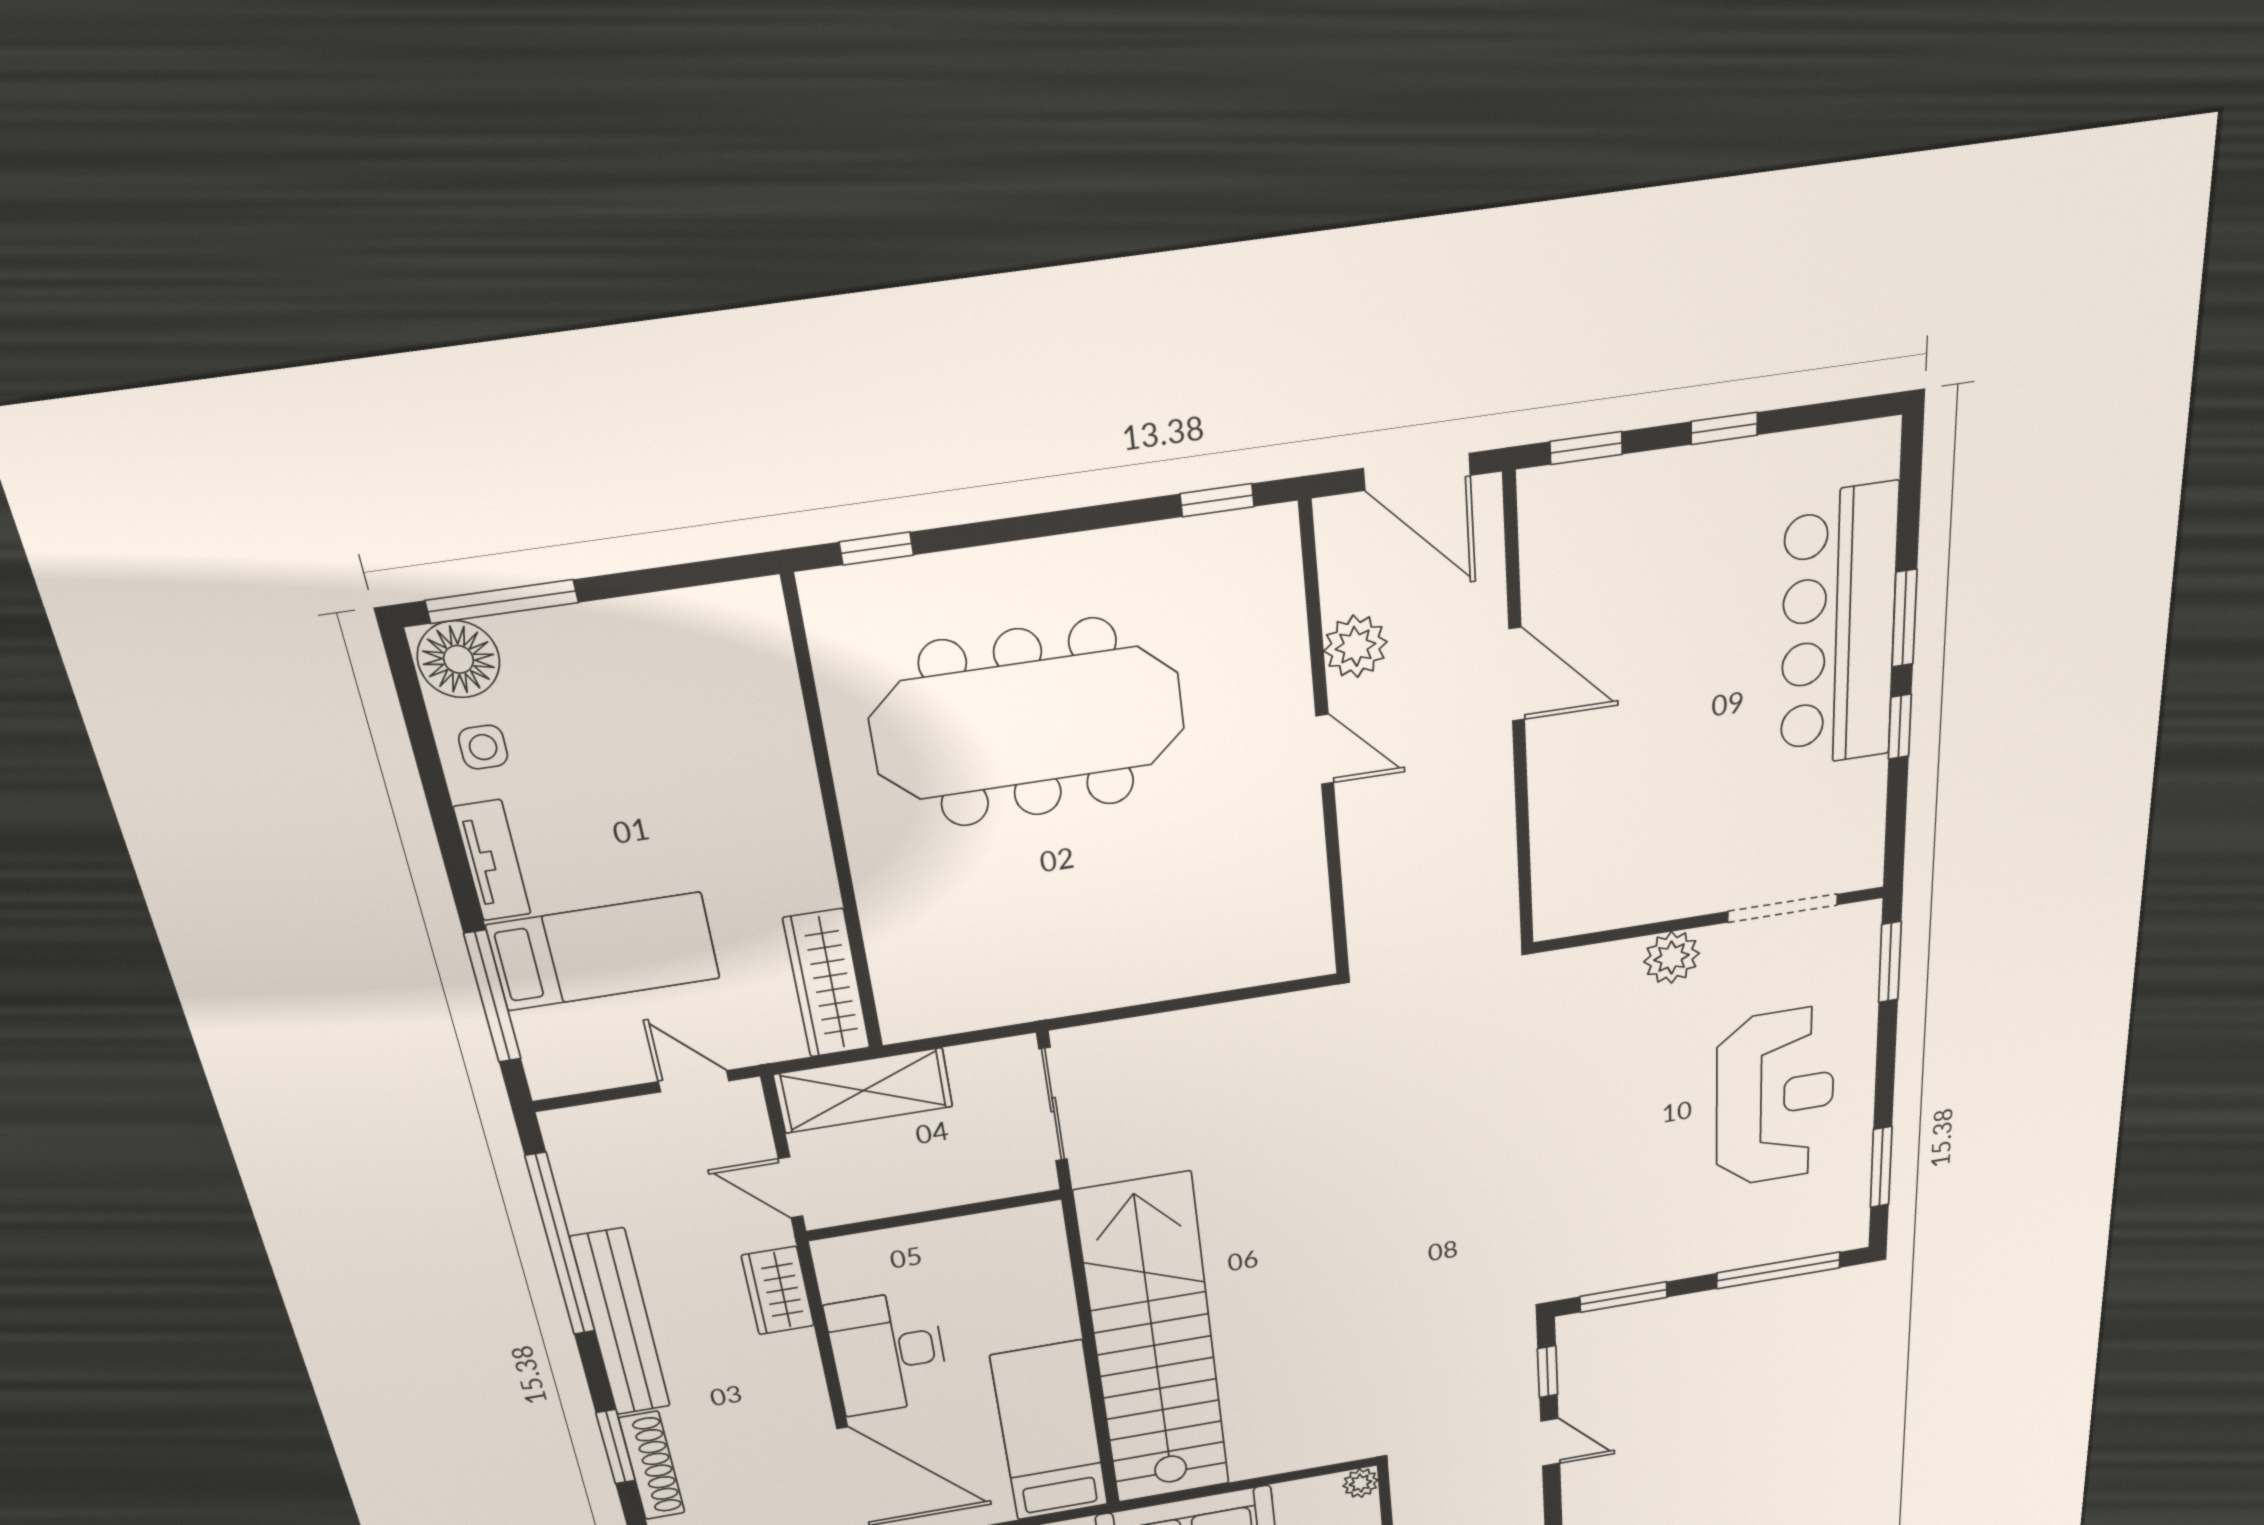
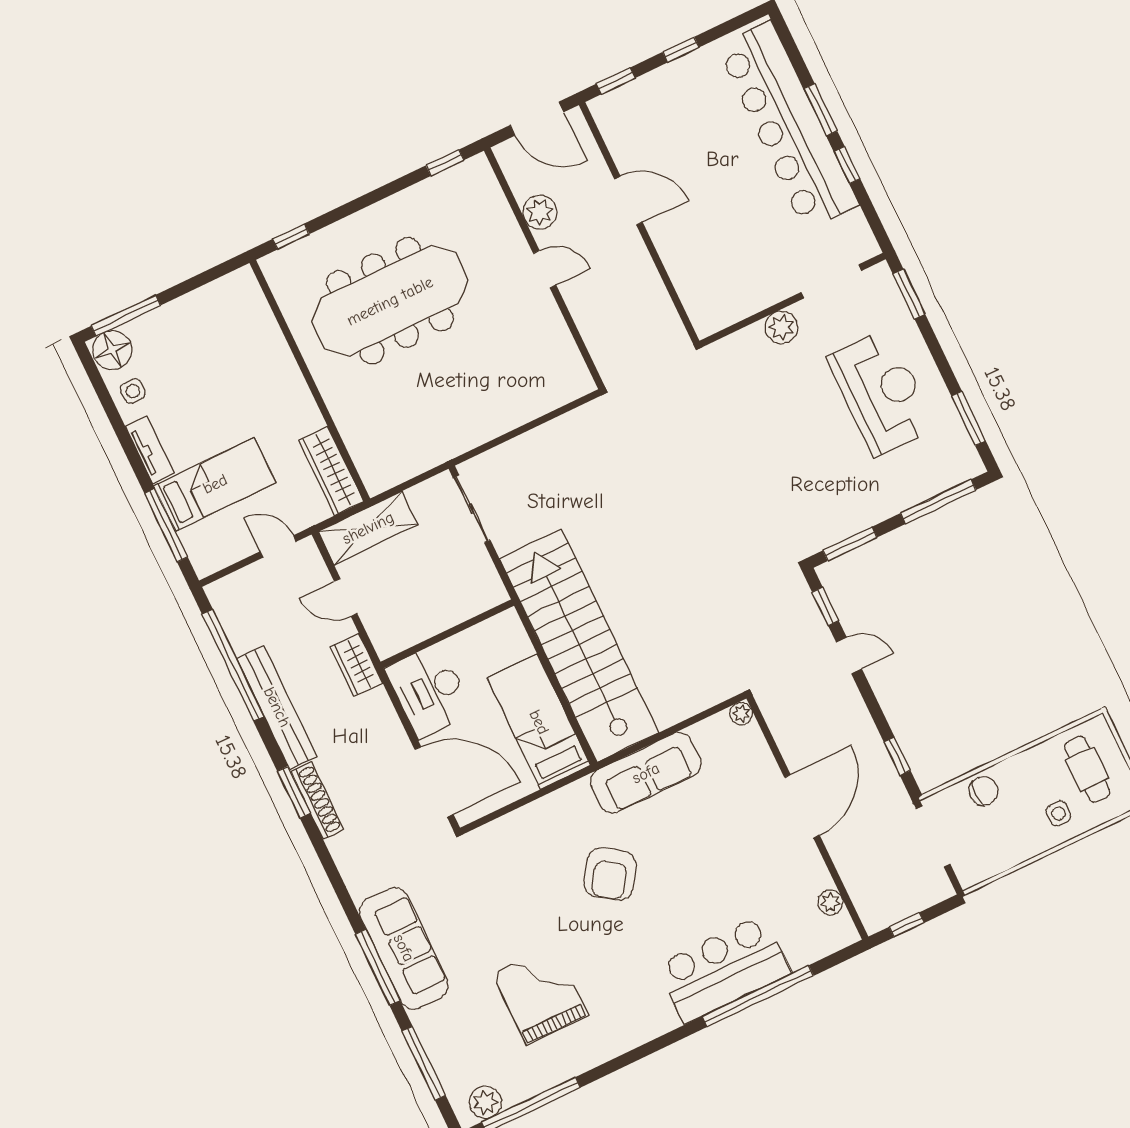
bar counter: (1838, 628) -> (788, 126), width x1.36
wall: (934, 1215) -> (447, 634), moved

